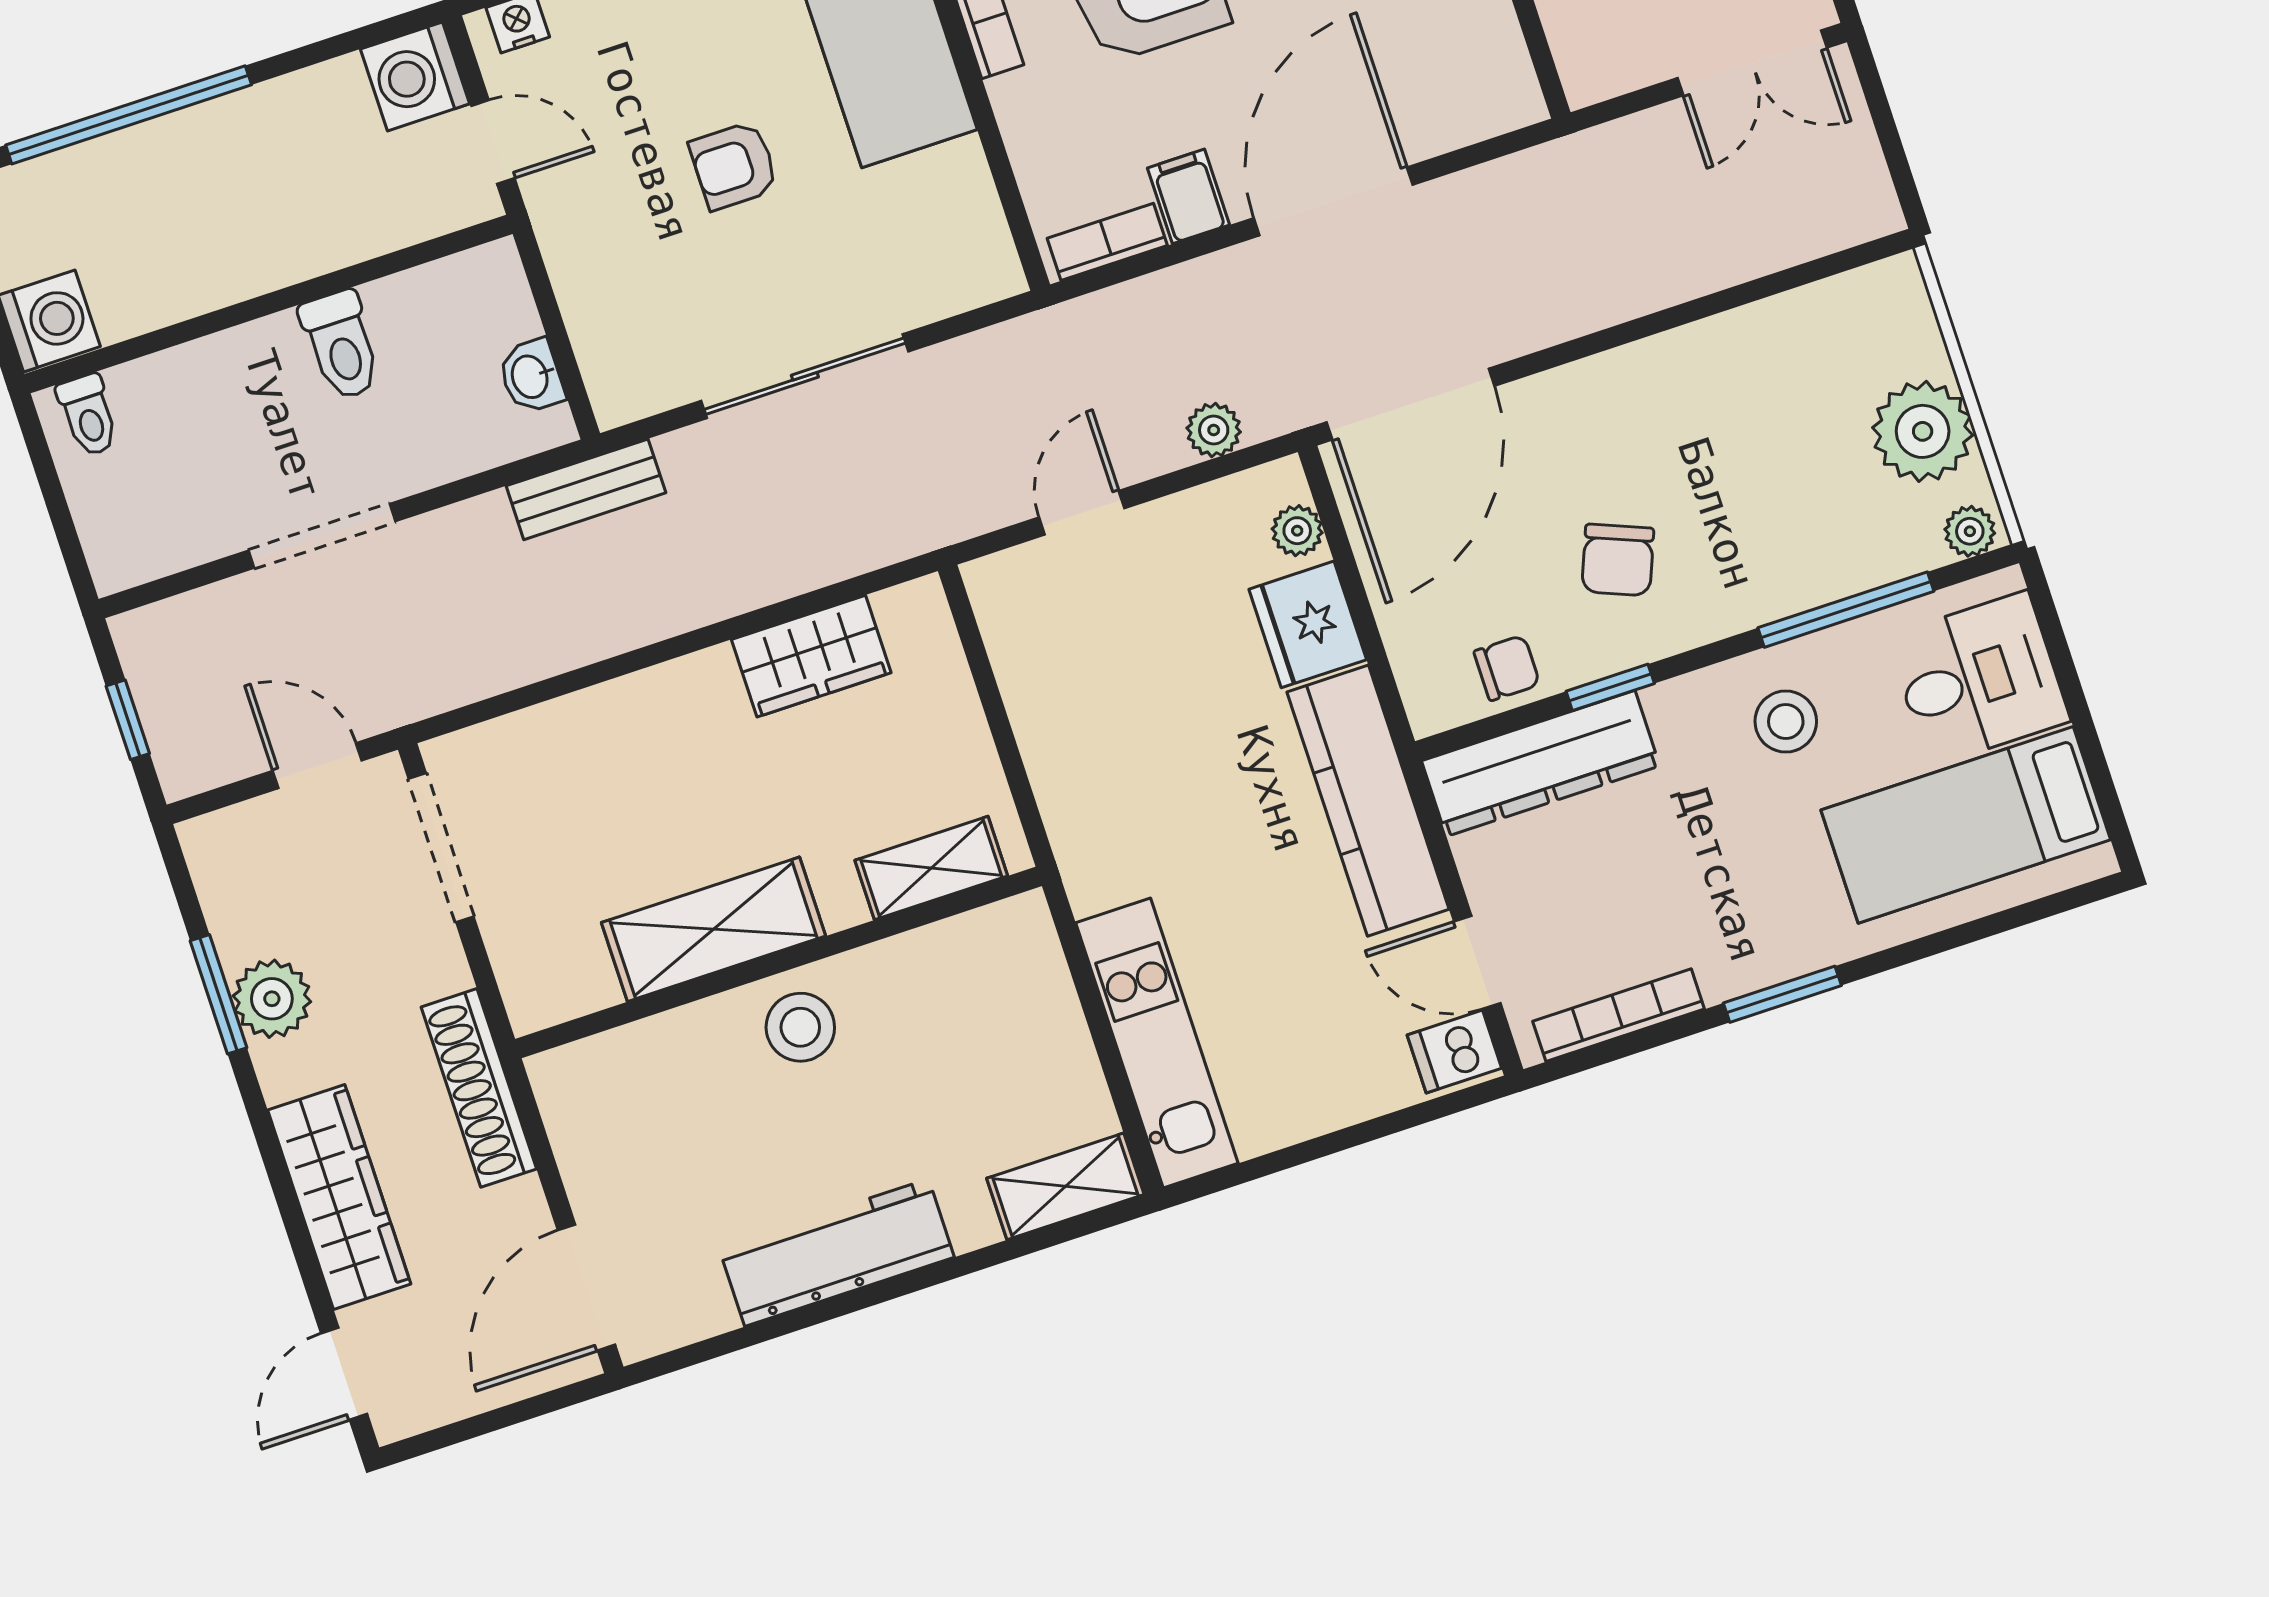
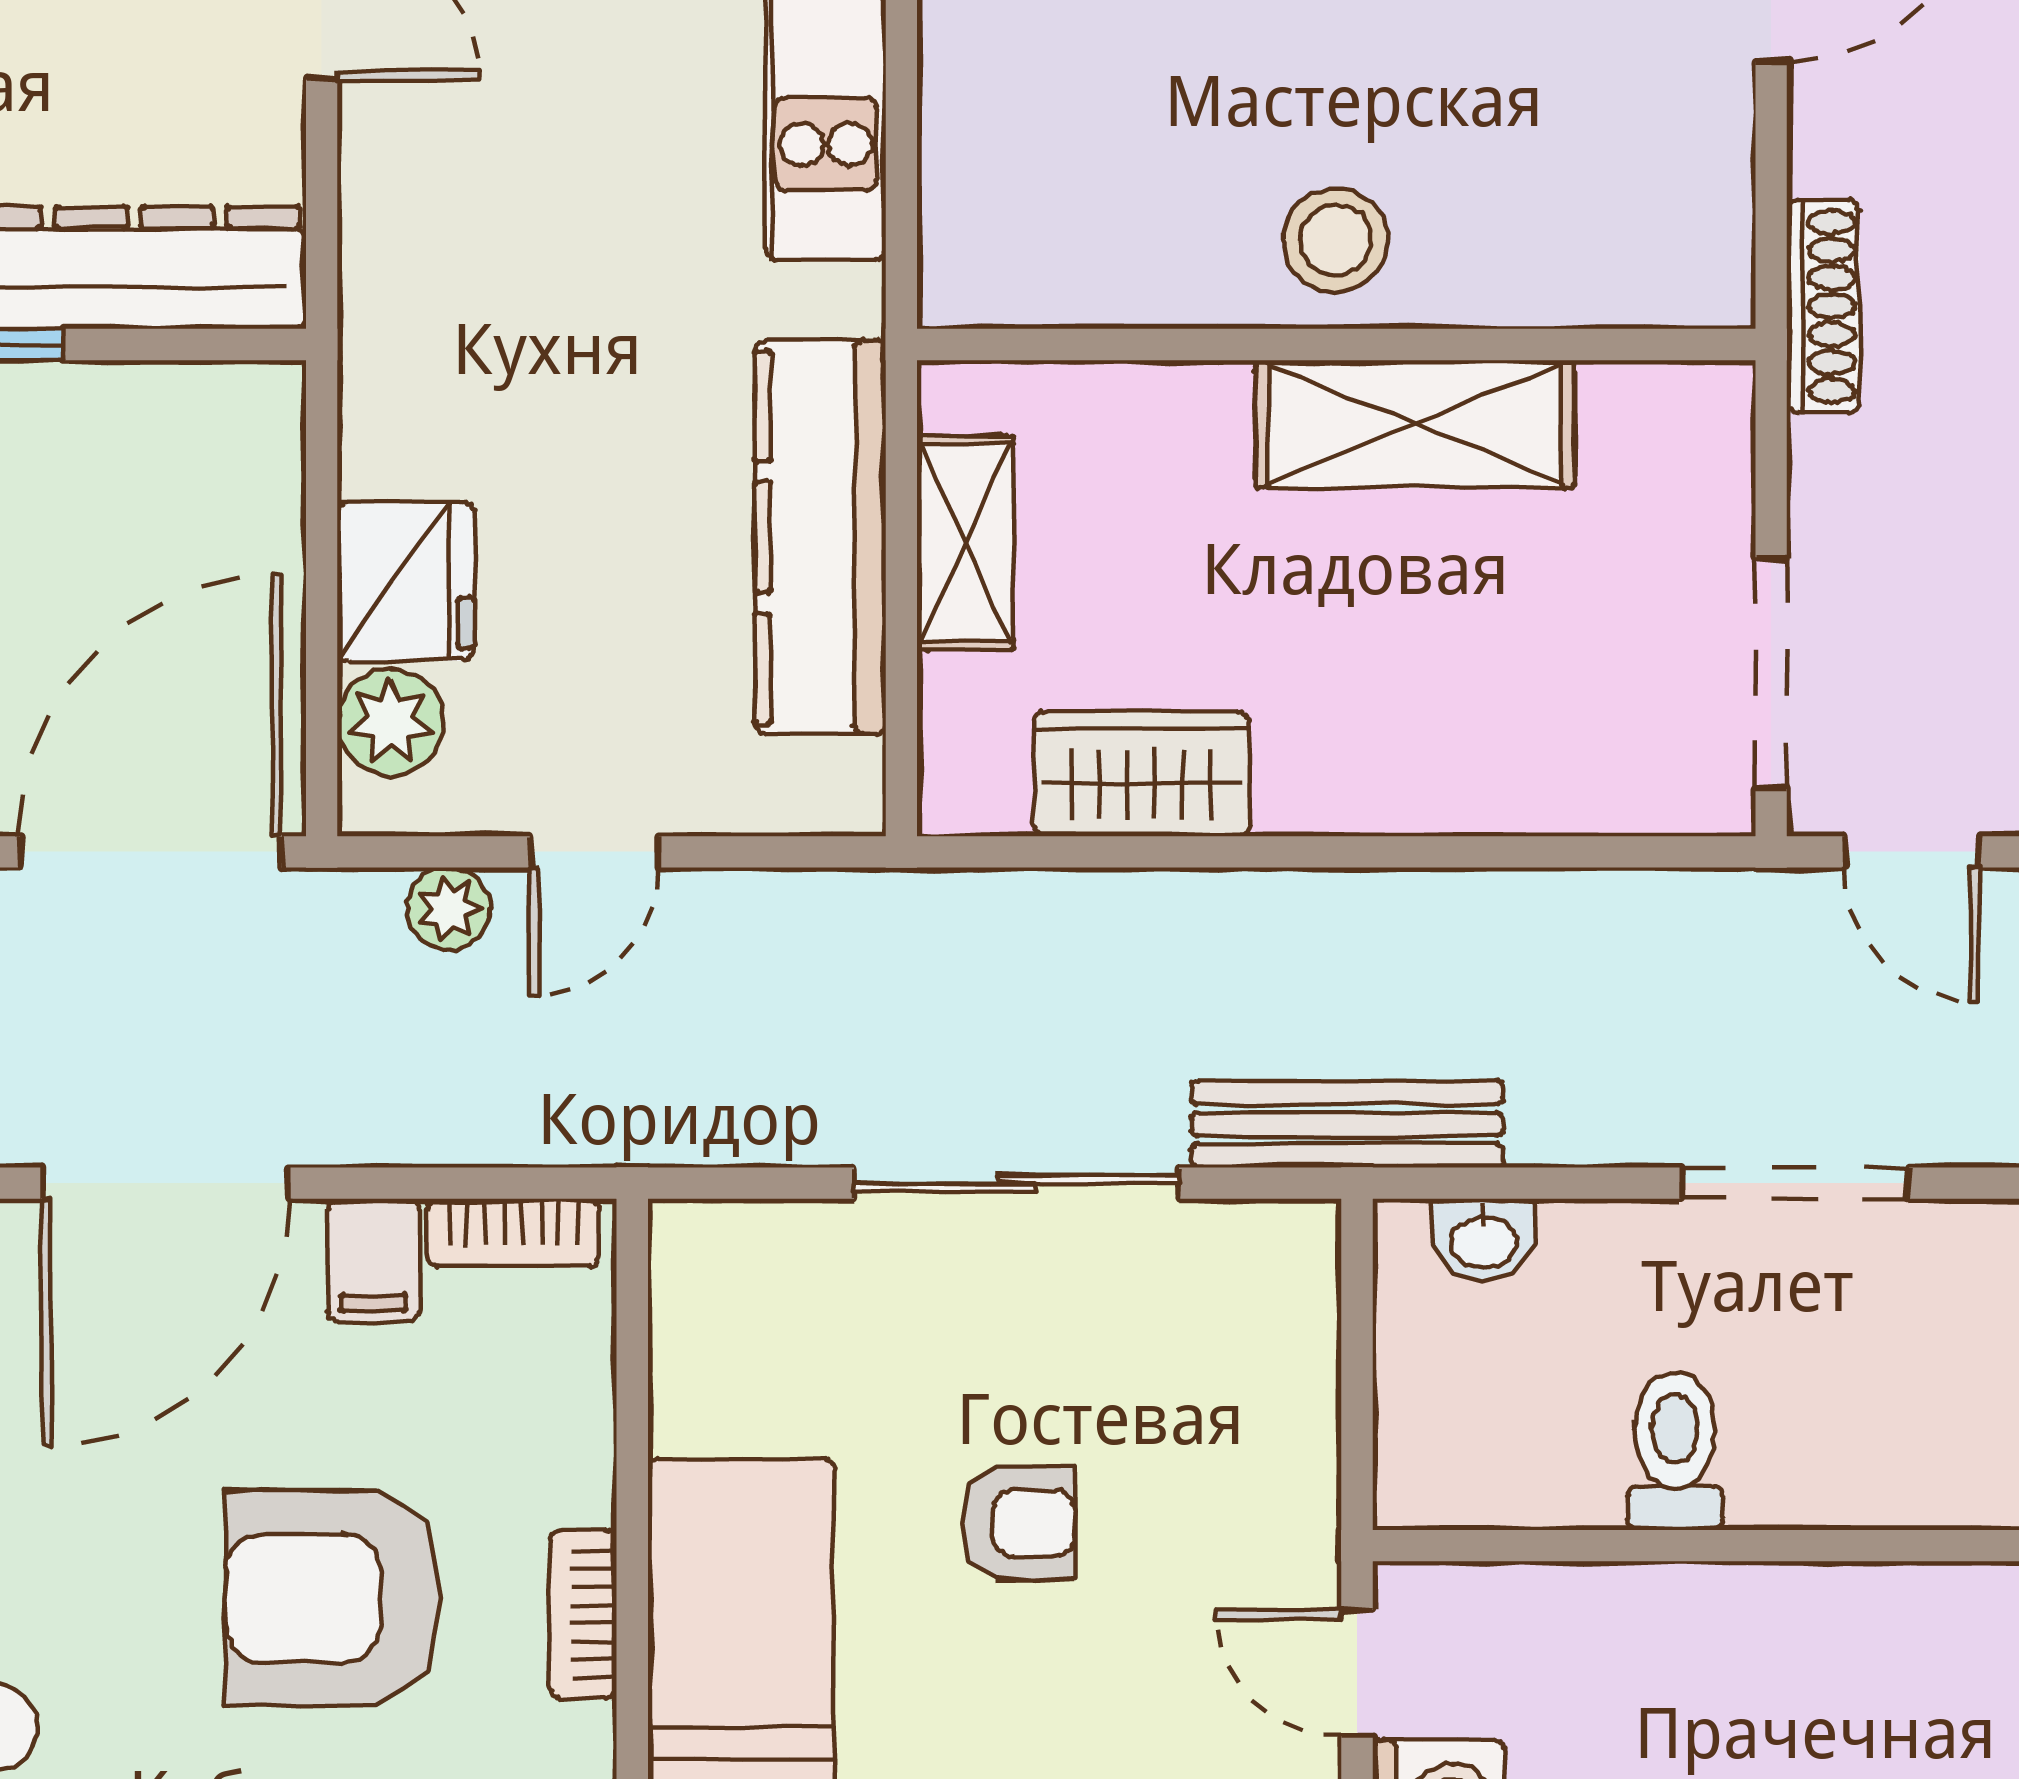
washbasin: (531, 376) -> (1484, 1240), moved, turned 90
bench: (586, 489) -> (1347, 1124), width x1.36
door: (1082, 513) -> (594, 852), moved
plant: (1297, 531) -> (390, 722), width x1.38, depth x1.38
chair: (1507, 668) -> (137, 422), removed
kitchen counter: (1368, 801) -> (820, 537), moved, turned 180
shelving: (931, 868) -> (965, 543), moved, turned 90
shoe rack: (479, 1088) -> (1823, 306), width x0.74, depth x0.81

